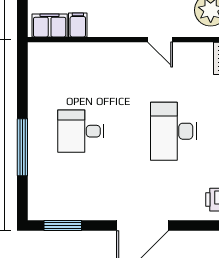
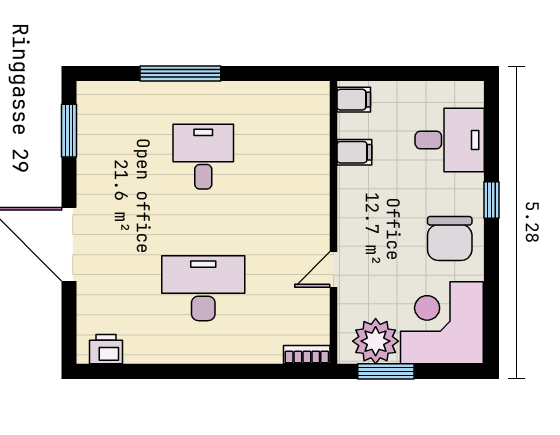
filing cabinet: (50, 25) -> (354, 100), width x0.50

